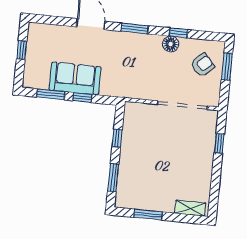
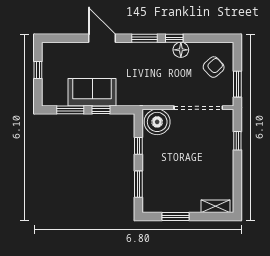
window: (178, 33) -> (174, 38), moved
window: (227, 67) -> (237, 84), moved
boiler: (139, 116) -> (157, 122), added

